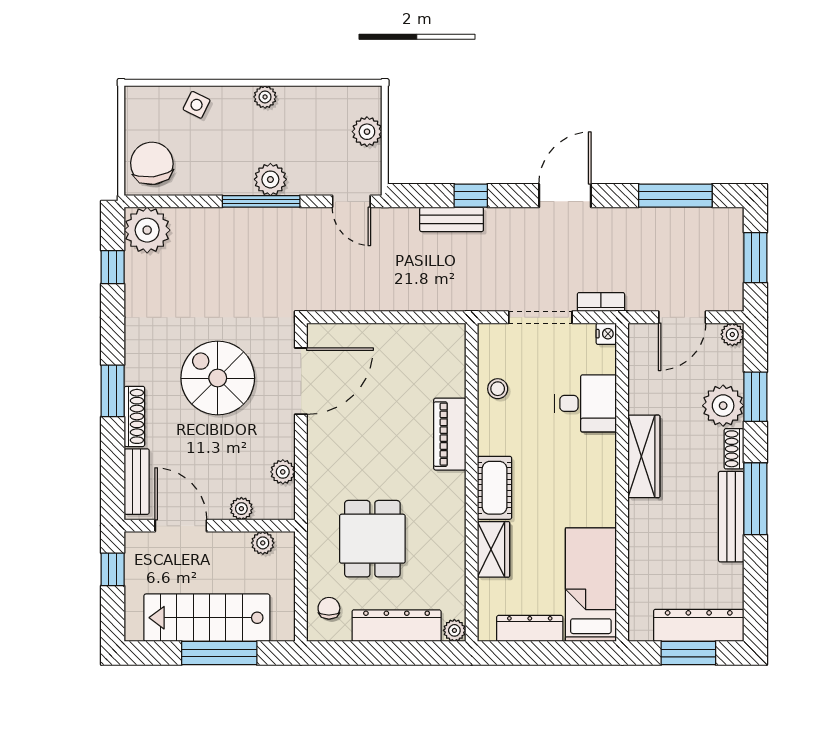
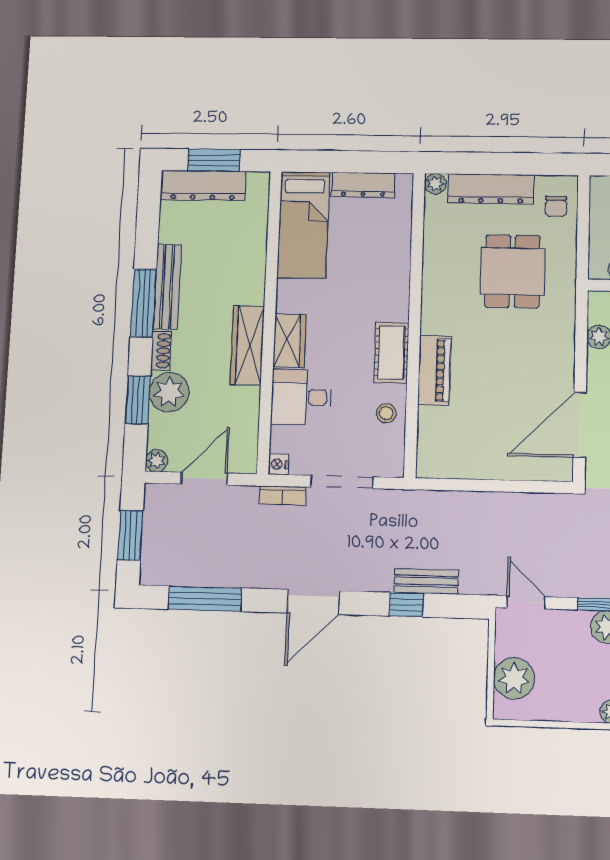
plant: (367, 132) -> (514, 678), width x1.36, depth x1.36
cot: (495, 488) -> (391, 352), moved
wardrobe: (494, 549) -> (290, 341), moved, turned 180

